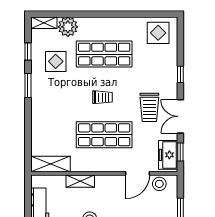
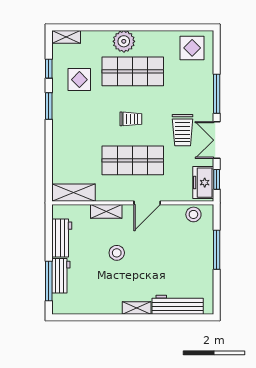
plant: (68, 27) -> (124, 41), moved
window: (180, 74) -> (217, 94), width x2.17
door: (138, 173) -> (147, 203), moved

